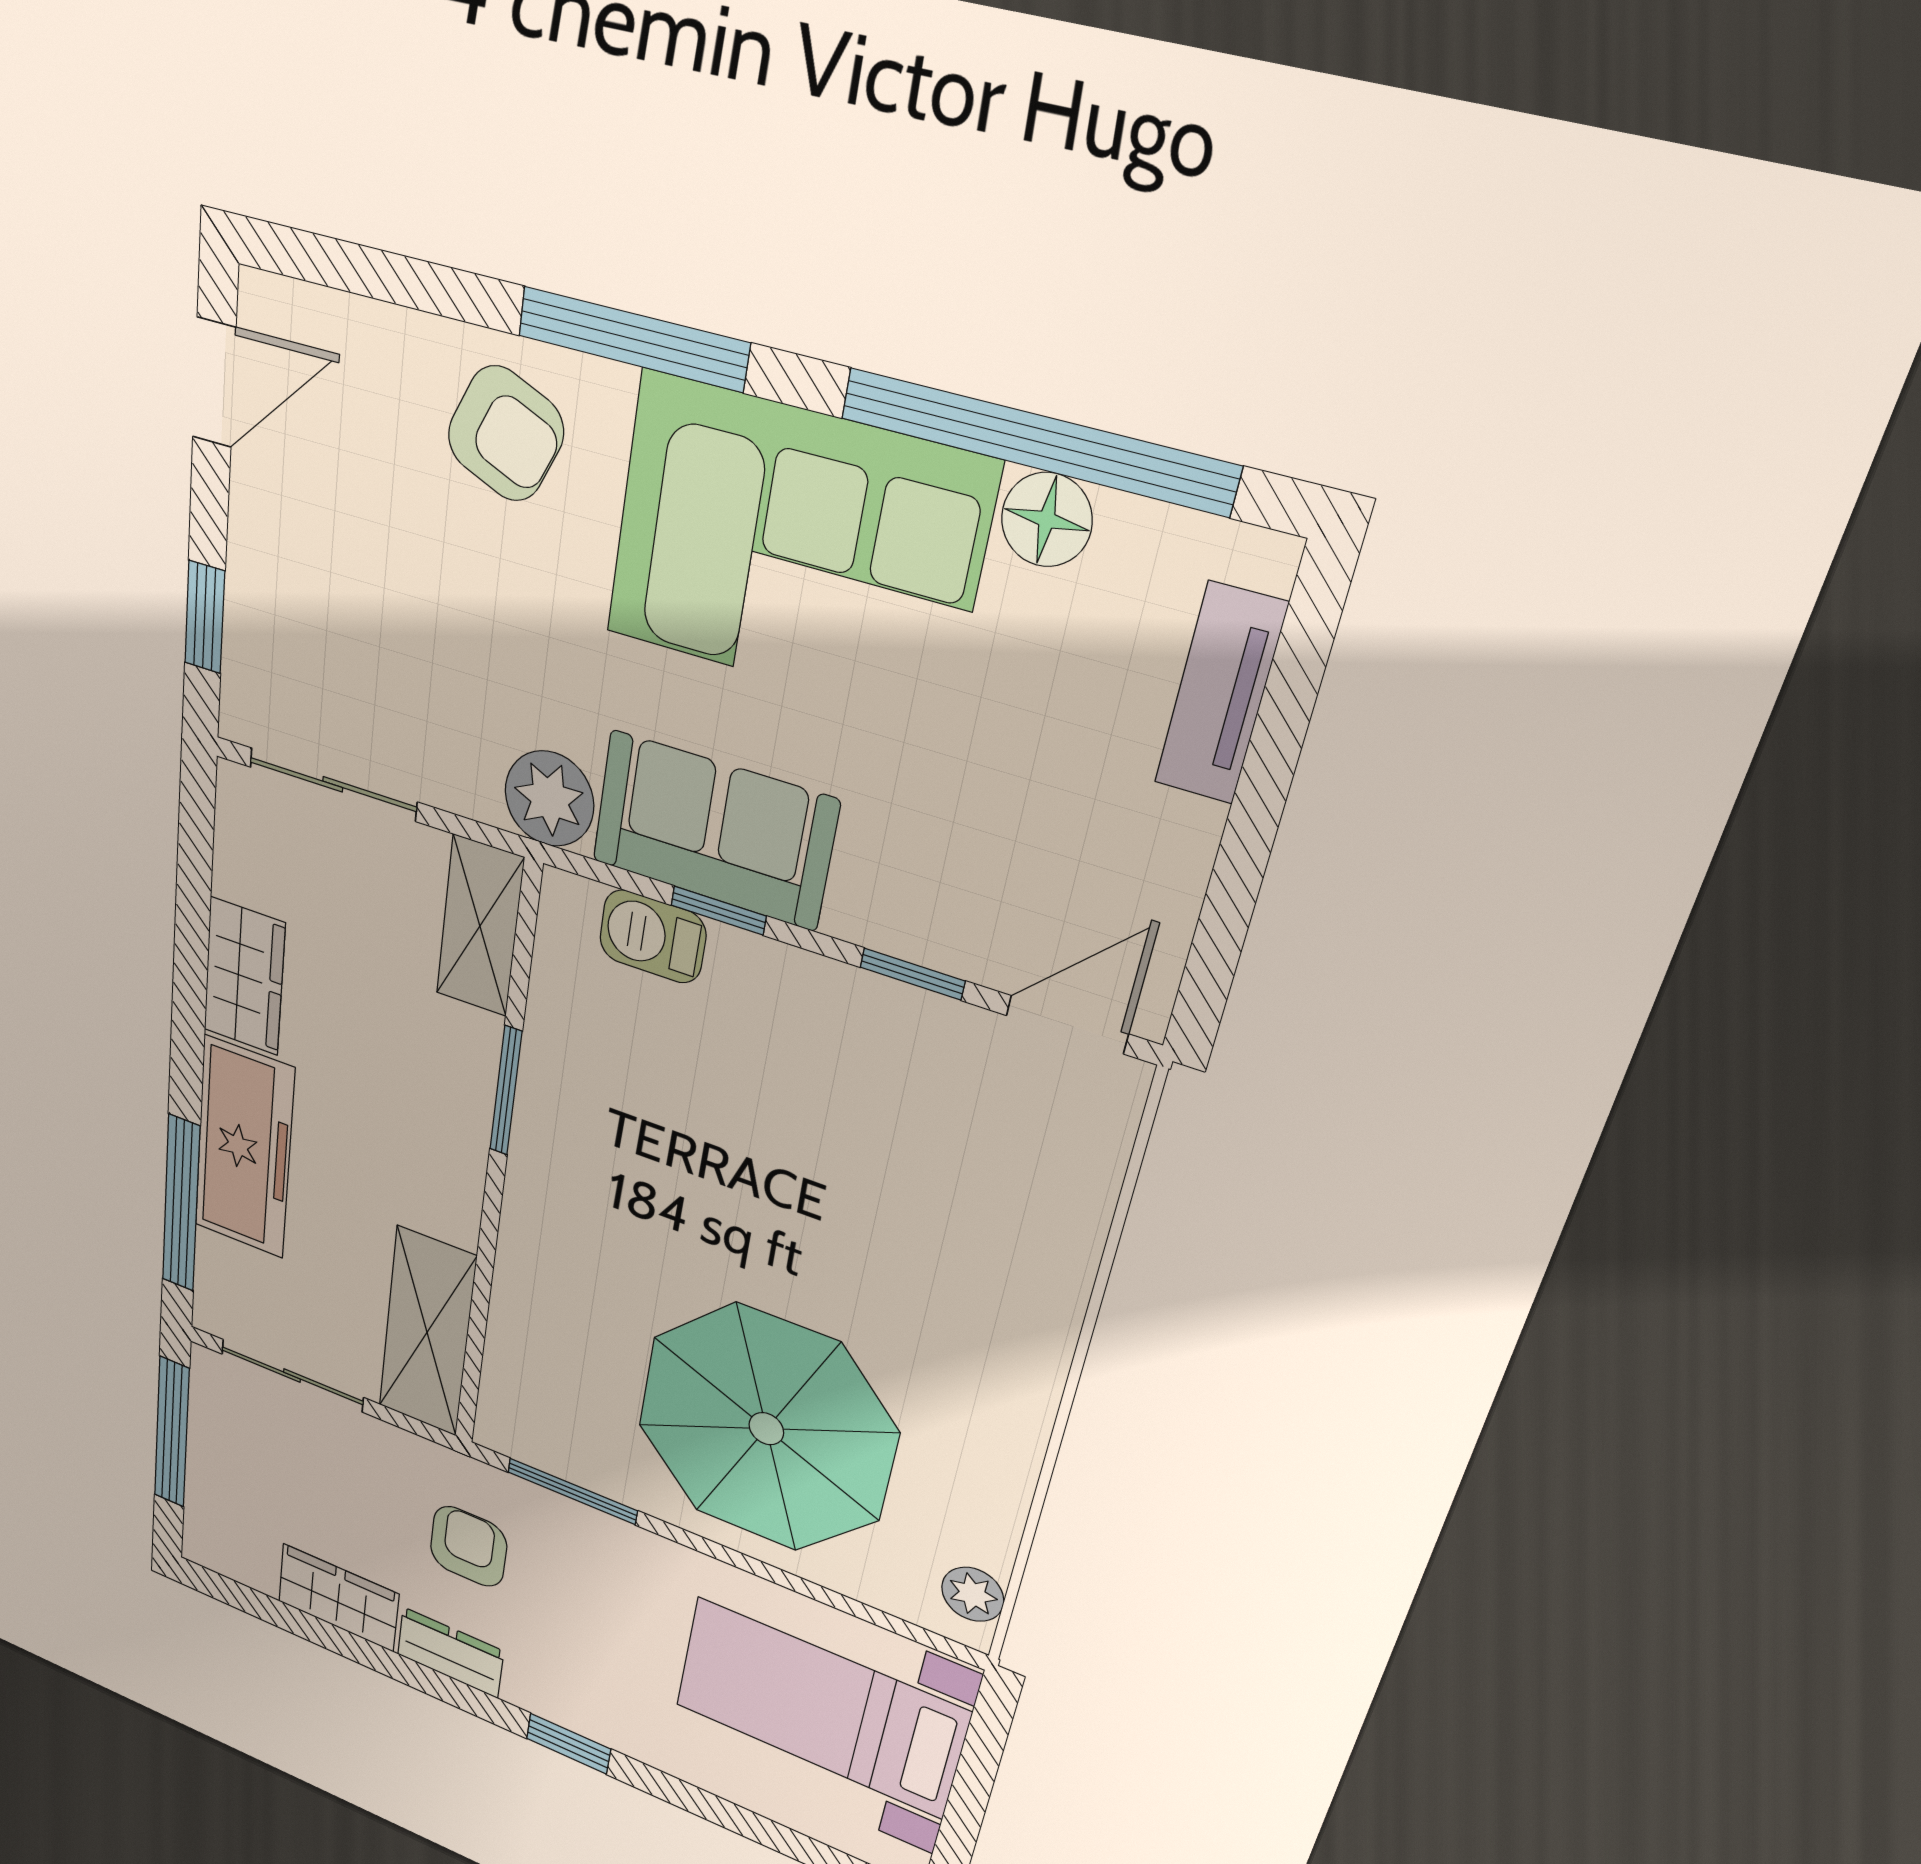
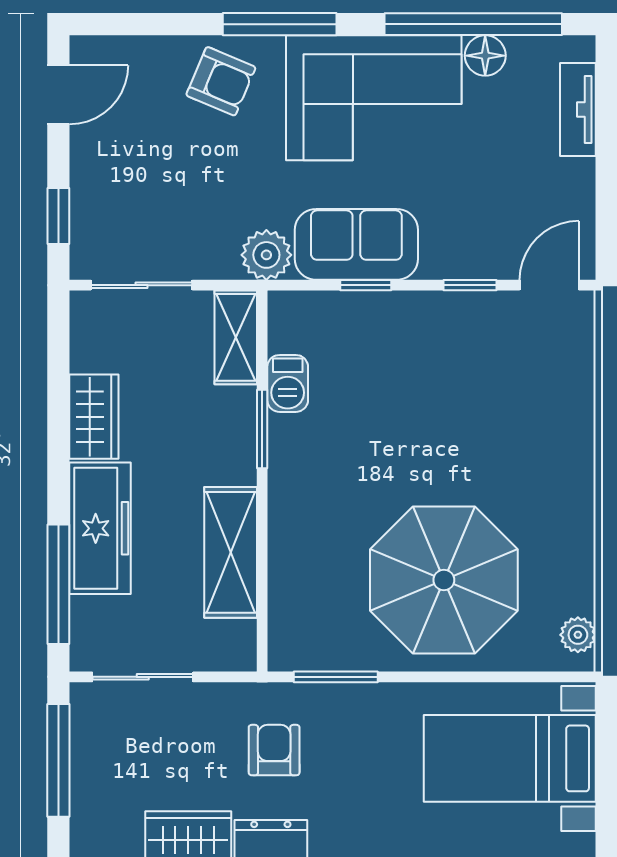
barbecue: (653, 936) -> (288, 383), moved, turned -90
shelving: (427, 1332) -> (231, 552), moved

